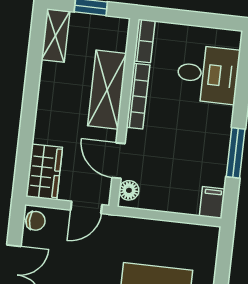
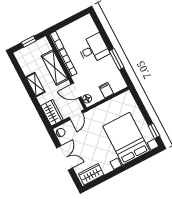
shelving: (56, 36) -> (35, 85), moved
desk: (208, 74) -> (93, 49), moved
filing cabinet: (212, 202) -> (106, 90), moved

